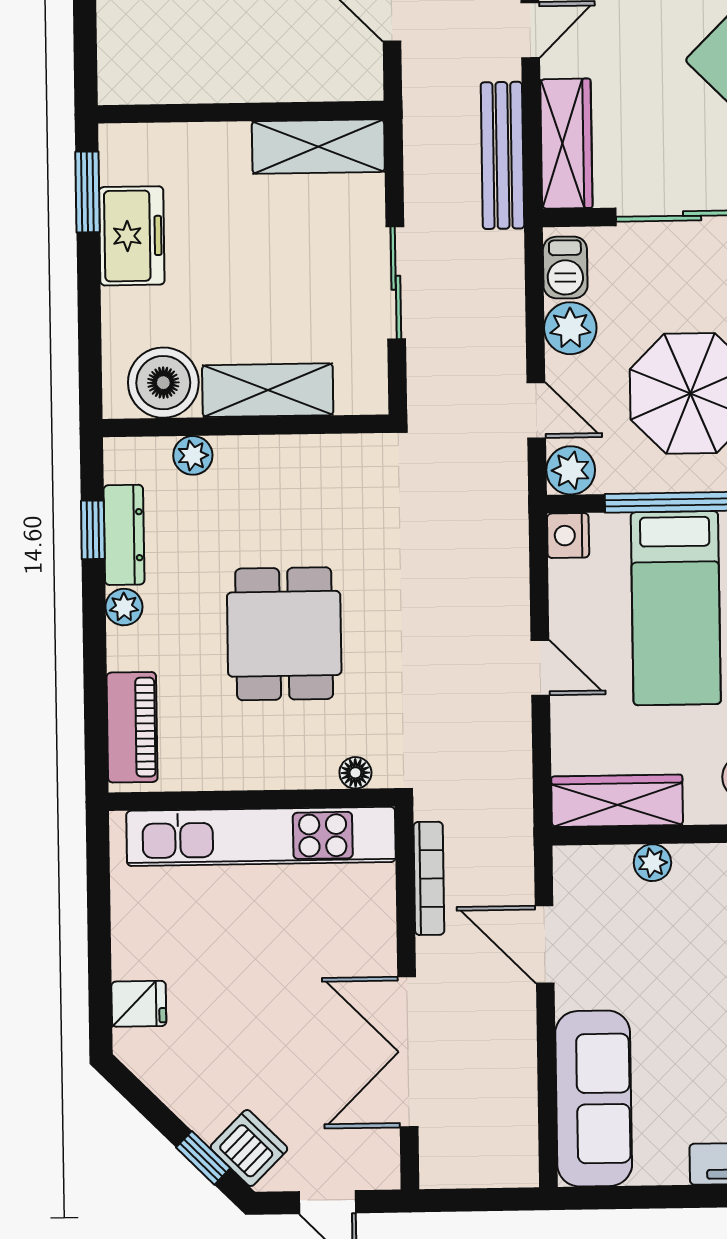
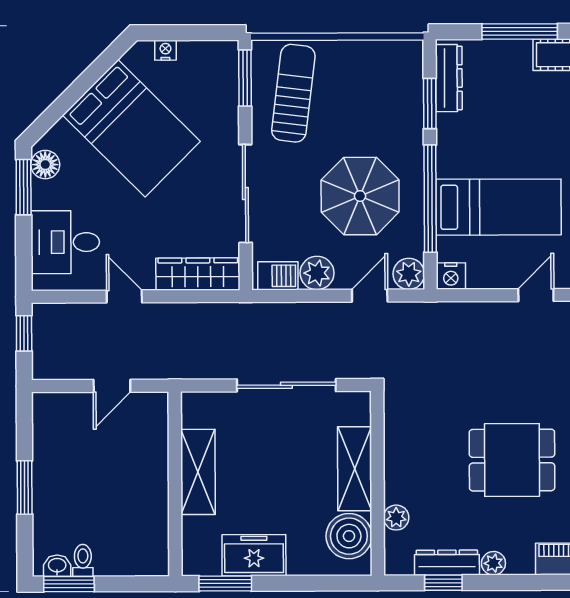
shelving: (318, 147) -> (198, 472), moved
bench: (502, 155) -> (205, 315), removed
sliding door: (396, 283) -> (286, 385), width x1.37

